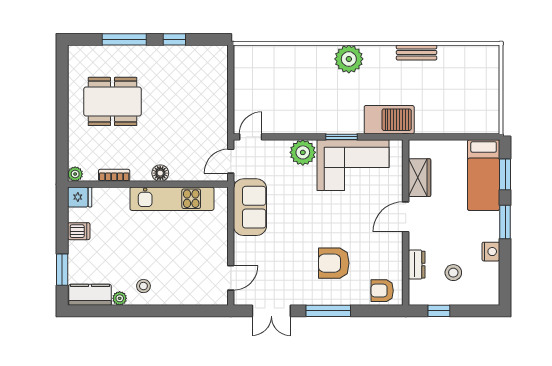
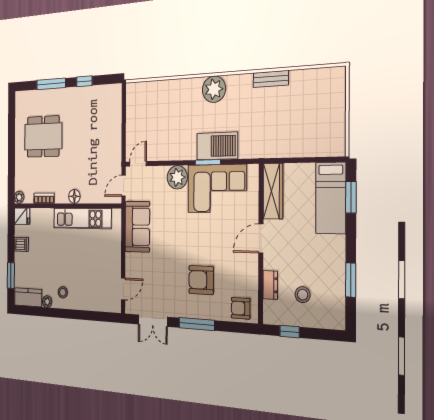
barbecue: (389, 120) -> (217, 146), moved
wardrobe: (419, 178) -> (273, 191), width x1.50
window: (505, 222) -> (351, 280), moved
nightstand: (491, 252) -> (337, 275), removed

